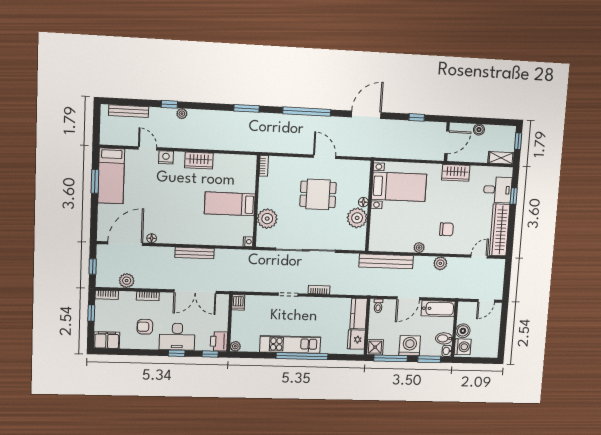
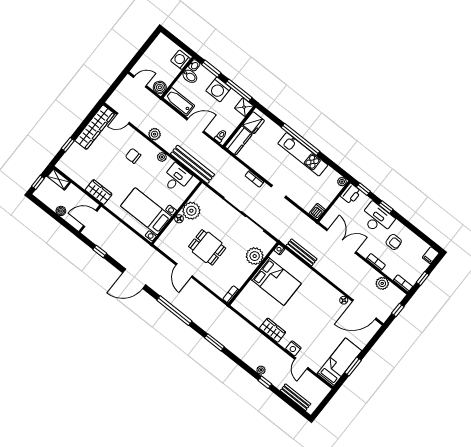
desk: (498, 190) -> (176, 178), moved, turned 90
bed: (230, 204) -> (276, 281), width x1.50
bench: (195, 253) -> (302, 252), moved
boiler: (463, 331) -> (160, 87), moved
filing cabinet: (107, 340) -> (431, 255), width x0.50

